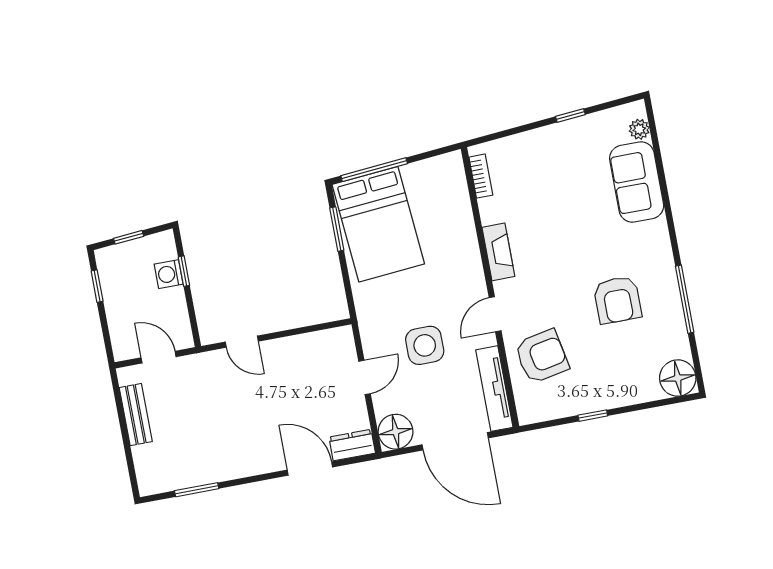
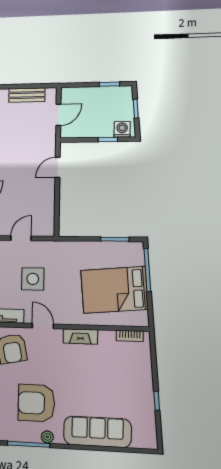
plant: (639, 129) -> (47, 437), moved
sofa: (637, 182) -> (97, 432), width x1.36
bed: (378, 224) -> (114, 290), moved
washing machine: (169, 274) -> (122, 129), moved
armchair: (617, 300) -> (36, 403), width x1.36, depth x1.36
door: (365, 377) -> (21, 238), swing flipped

